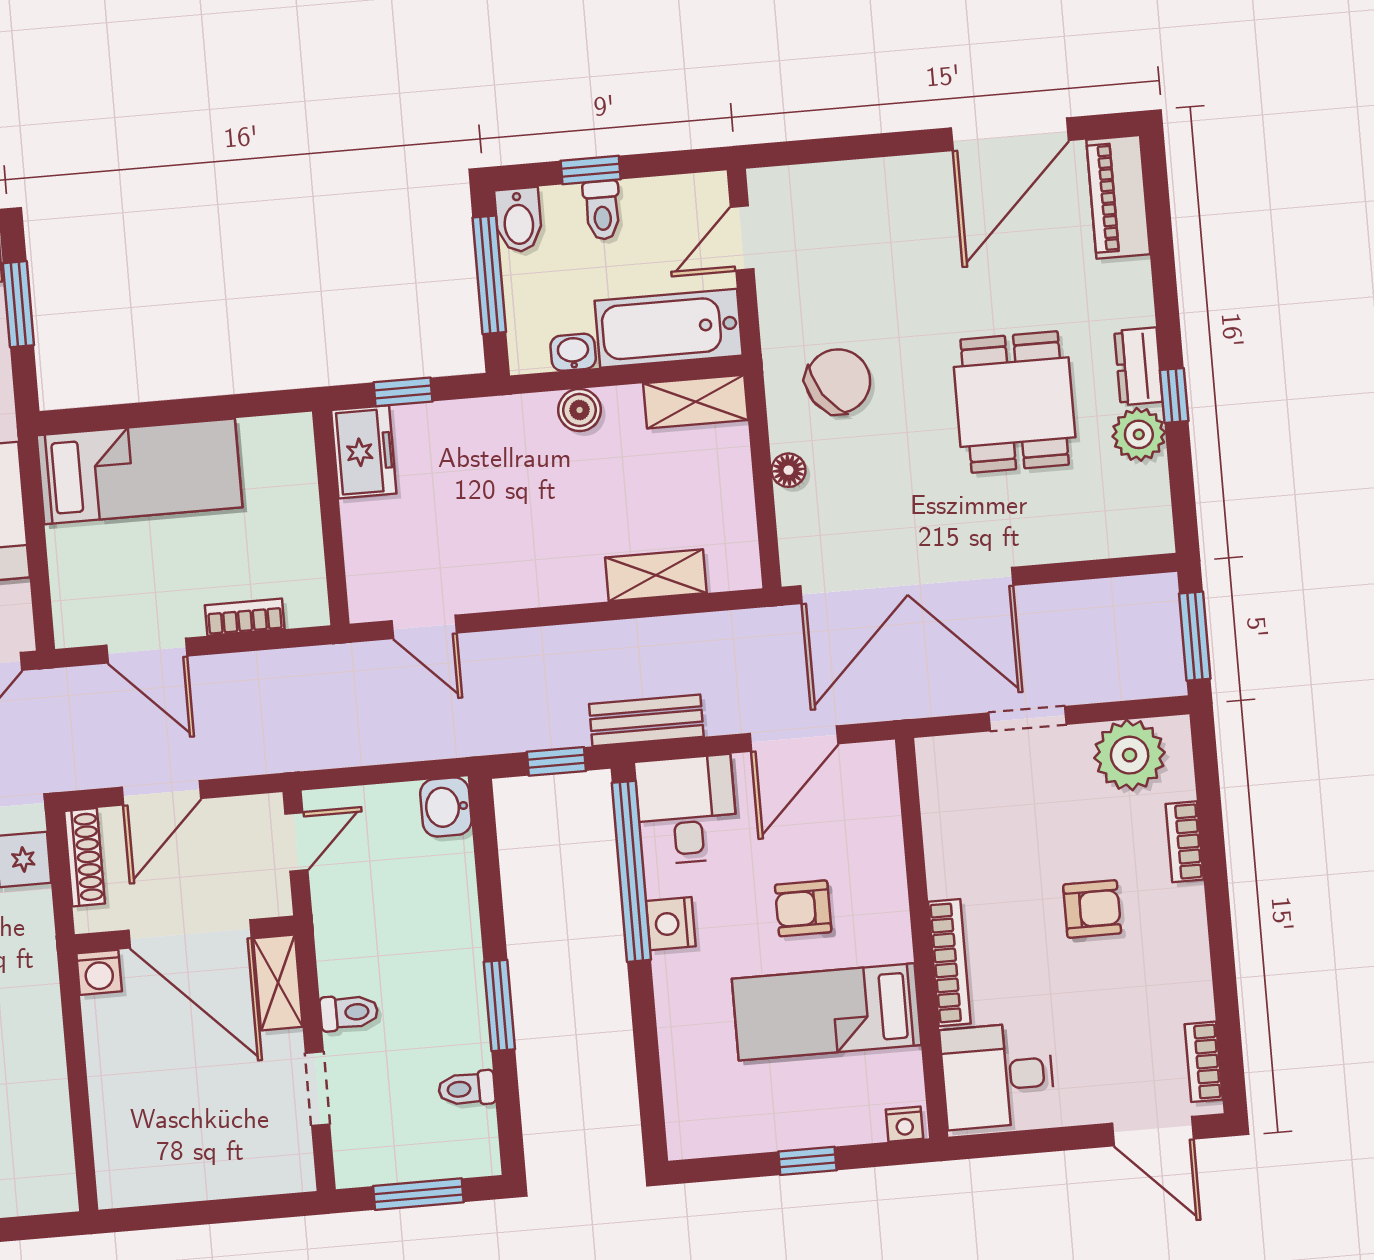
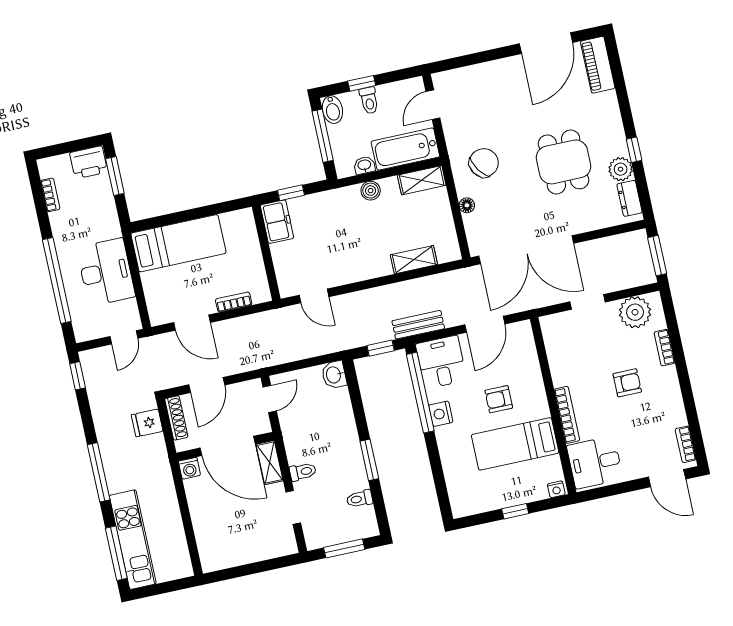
dresser: (1138, 366) -> (629, 198), moved

